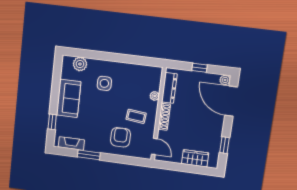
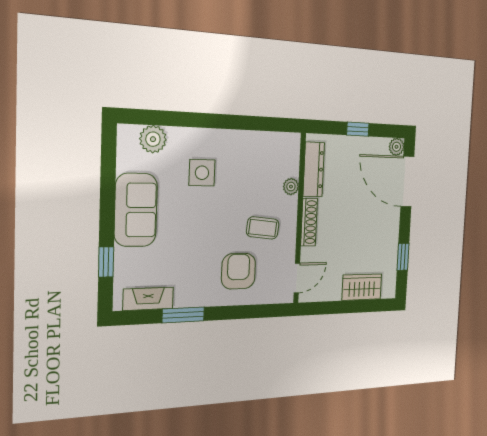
door: (154, 146) -> (297, 278), hinge flipped

